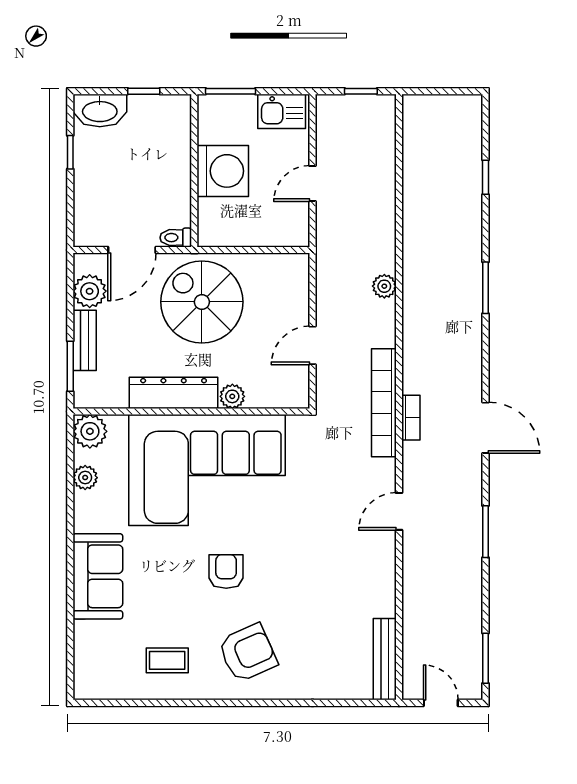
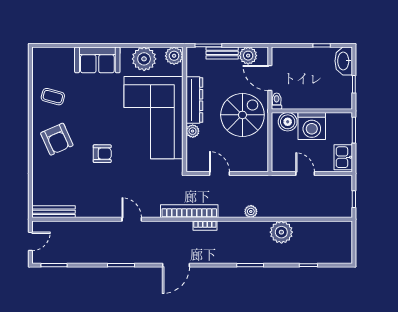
boiler: (215, 217) -> (288, 122), added
plant: (423, 229) -> (281, 232), added
bookcase: (411, 418) -> (205, 226), moved
plant: (85, 478) -> (144, 59), width x1.87, depth x1.87
armchair: (226, 571) -> (102, 154), moved
coffee table: (167, 660) -> (53, 97), turned -75

